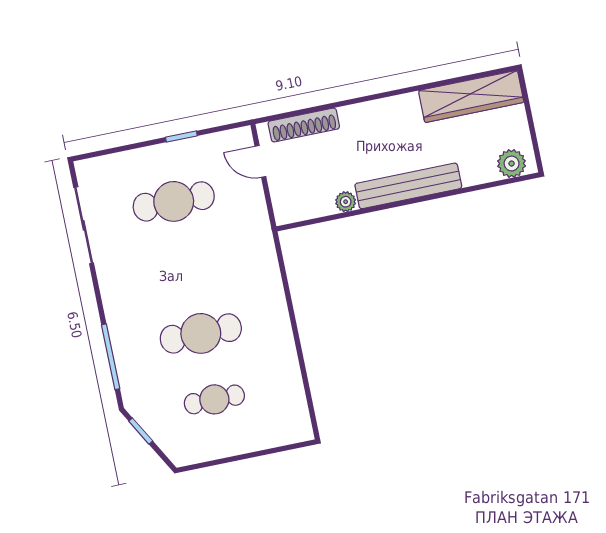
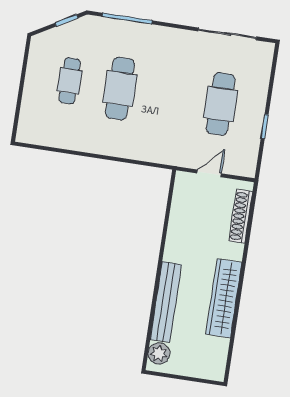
wardrobe: (471, 96) -> (224, 298), moved
door: (260, 161) -> (209, 173), moved
bench: (408, 186) -> (166, 302), moved
plant: (346, 202) -> (175, 226), removed

